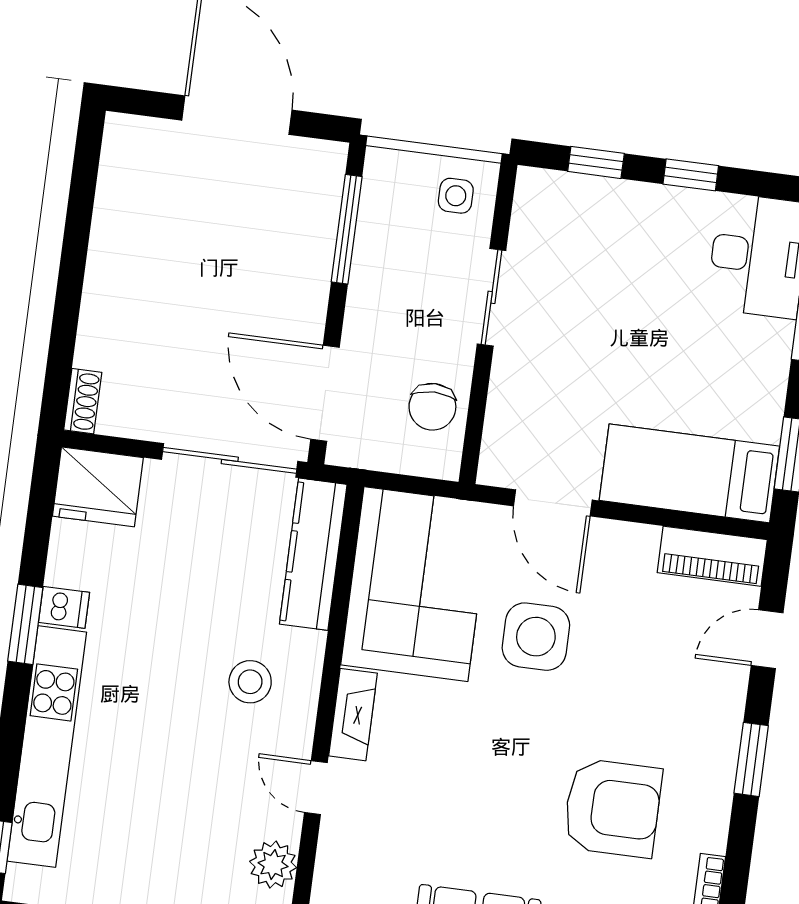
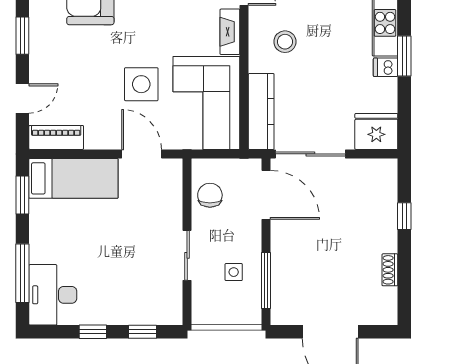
side table: (456, 196) -> (234, 272), moved
window: (66, 318) -> (404, 216), added
shoe rack: (83, 401) -> (390, 270), moved

